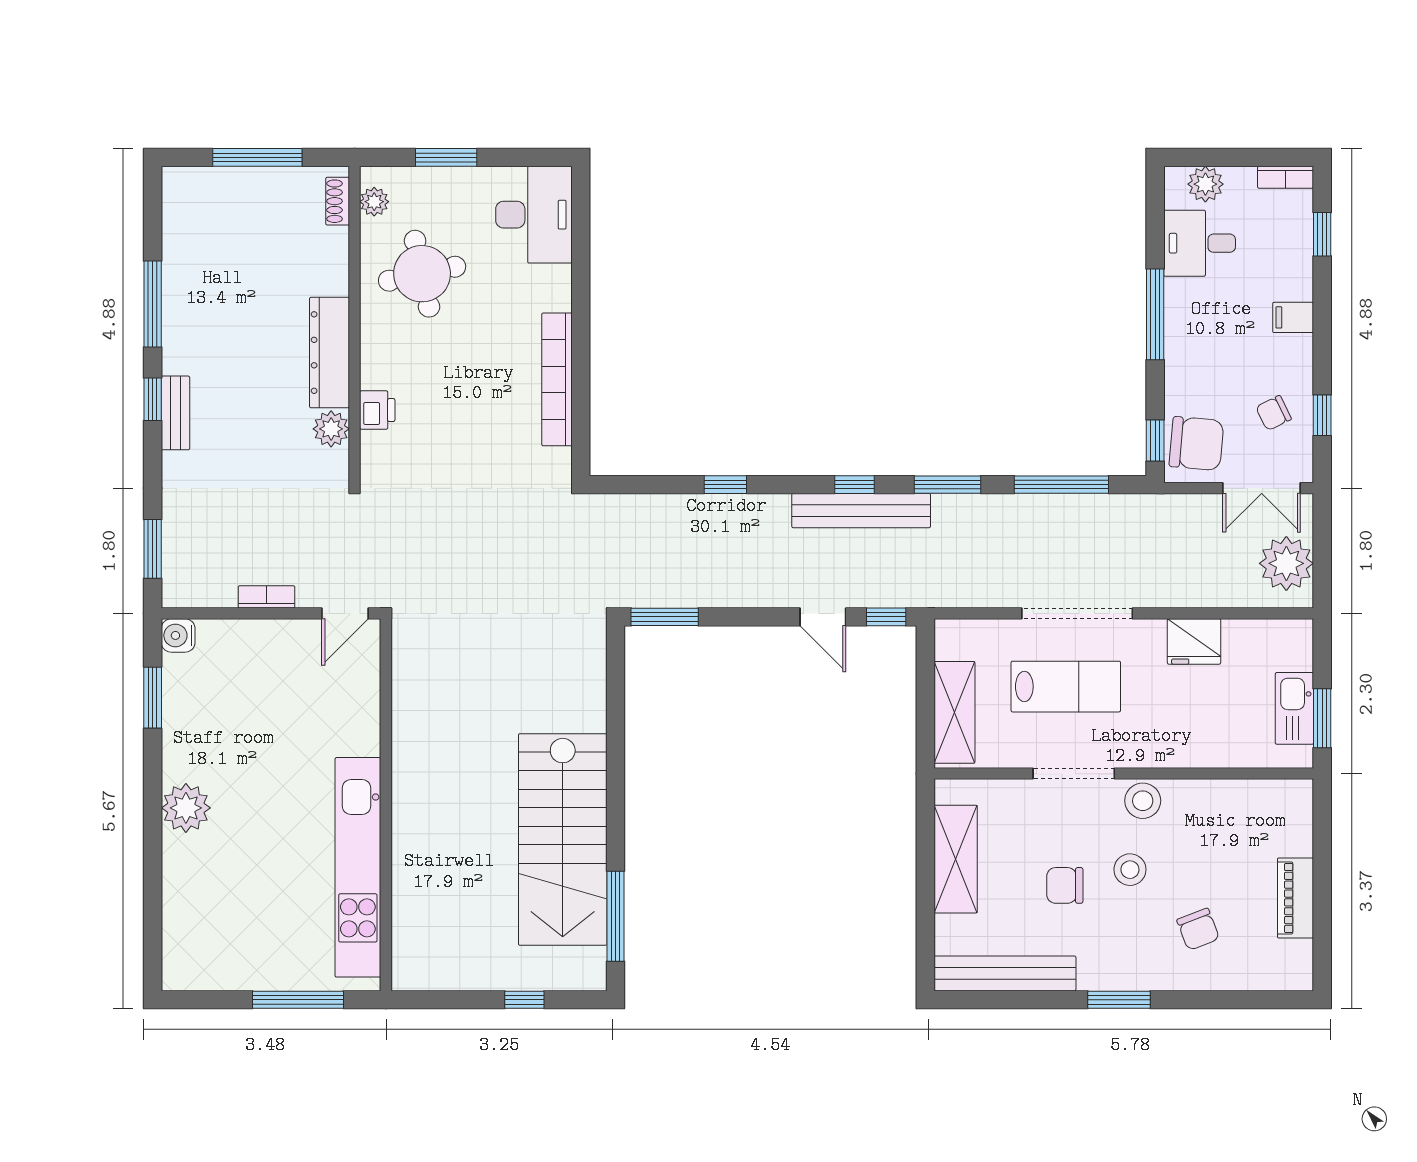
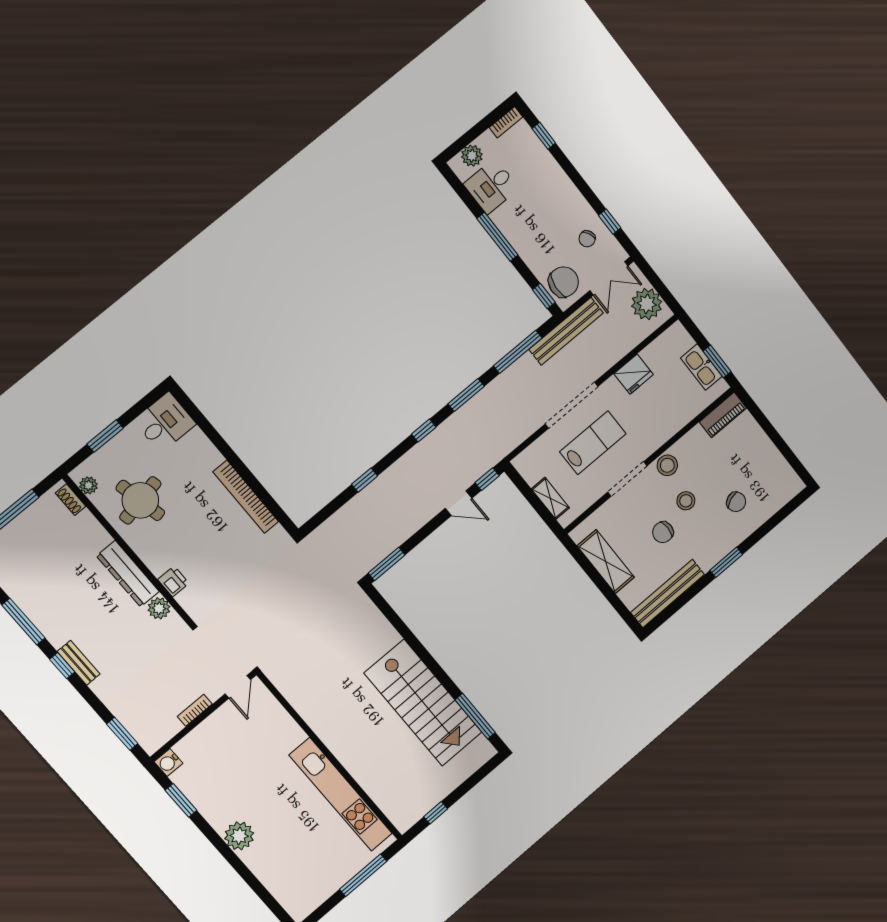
desk: (534, 215) -> (165, 422), width x0.73
filing cabinet: (1293, 317) -> (561, 186), removed
bench: (861, 511) -> (566, 331), moved
shelving: (954, 712) -> (550, 498), width x0.67, depth x0.75
piano: (1295, 898) -> (723, 415), moved, turned -90
window: (524, 1000) -> (436, 813), moved

